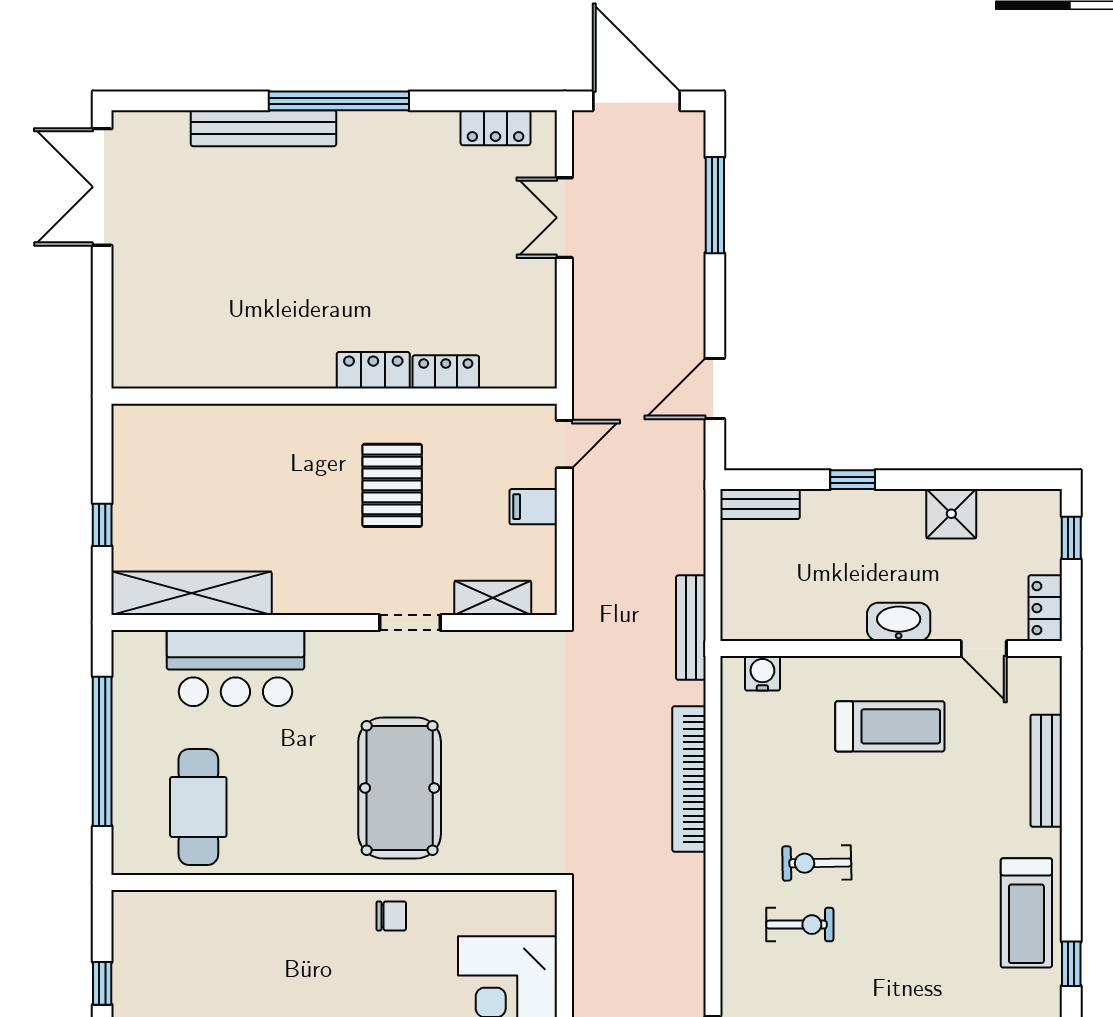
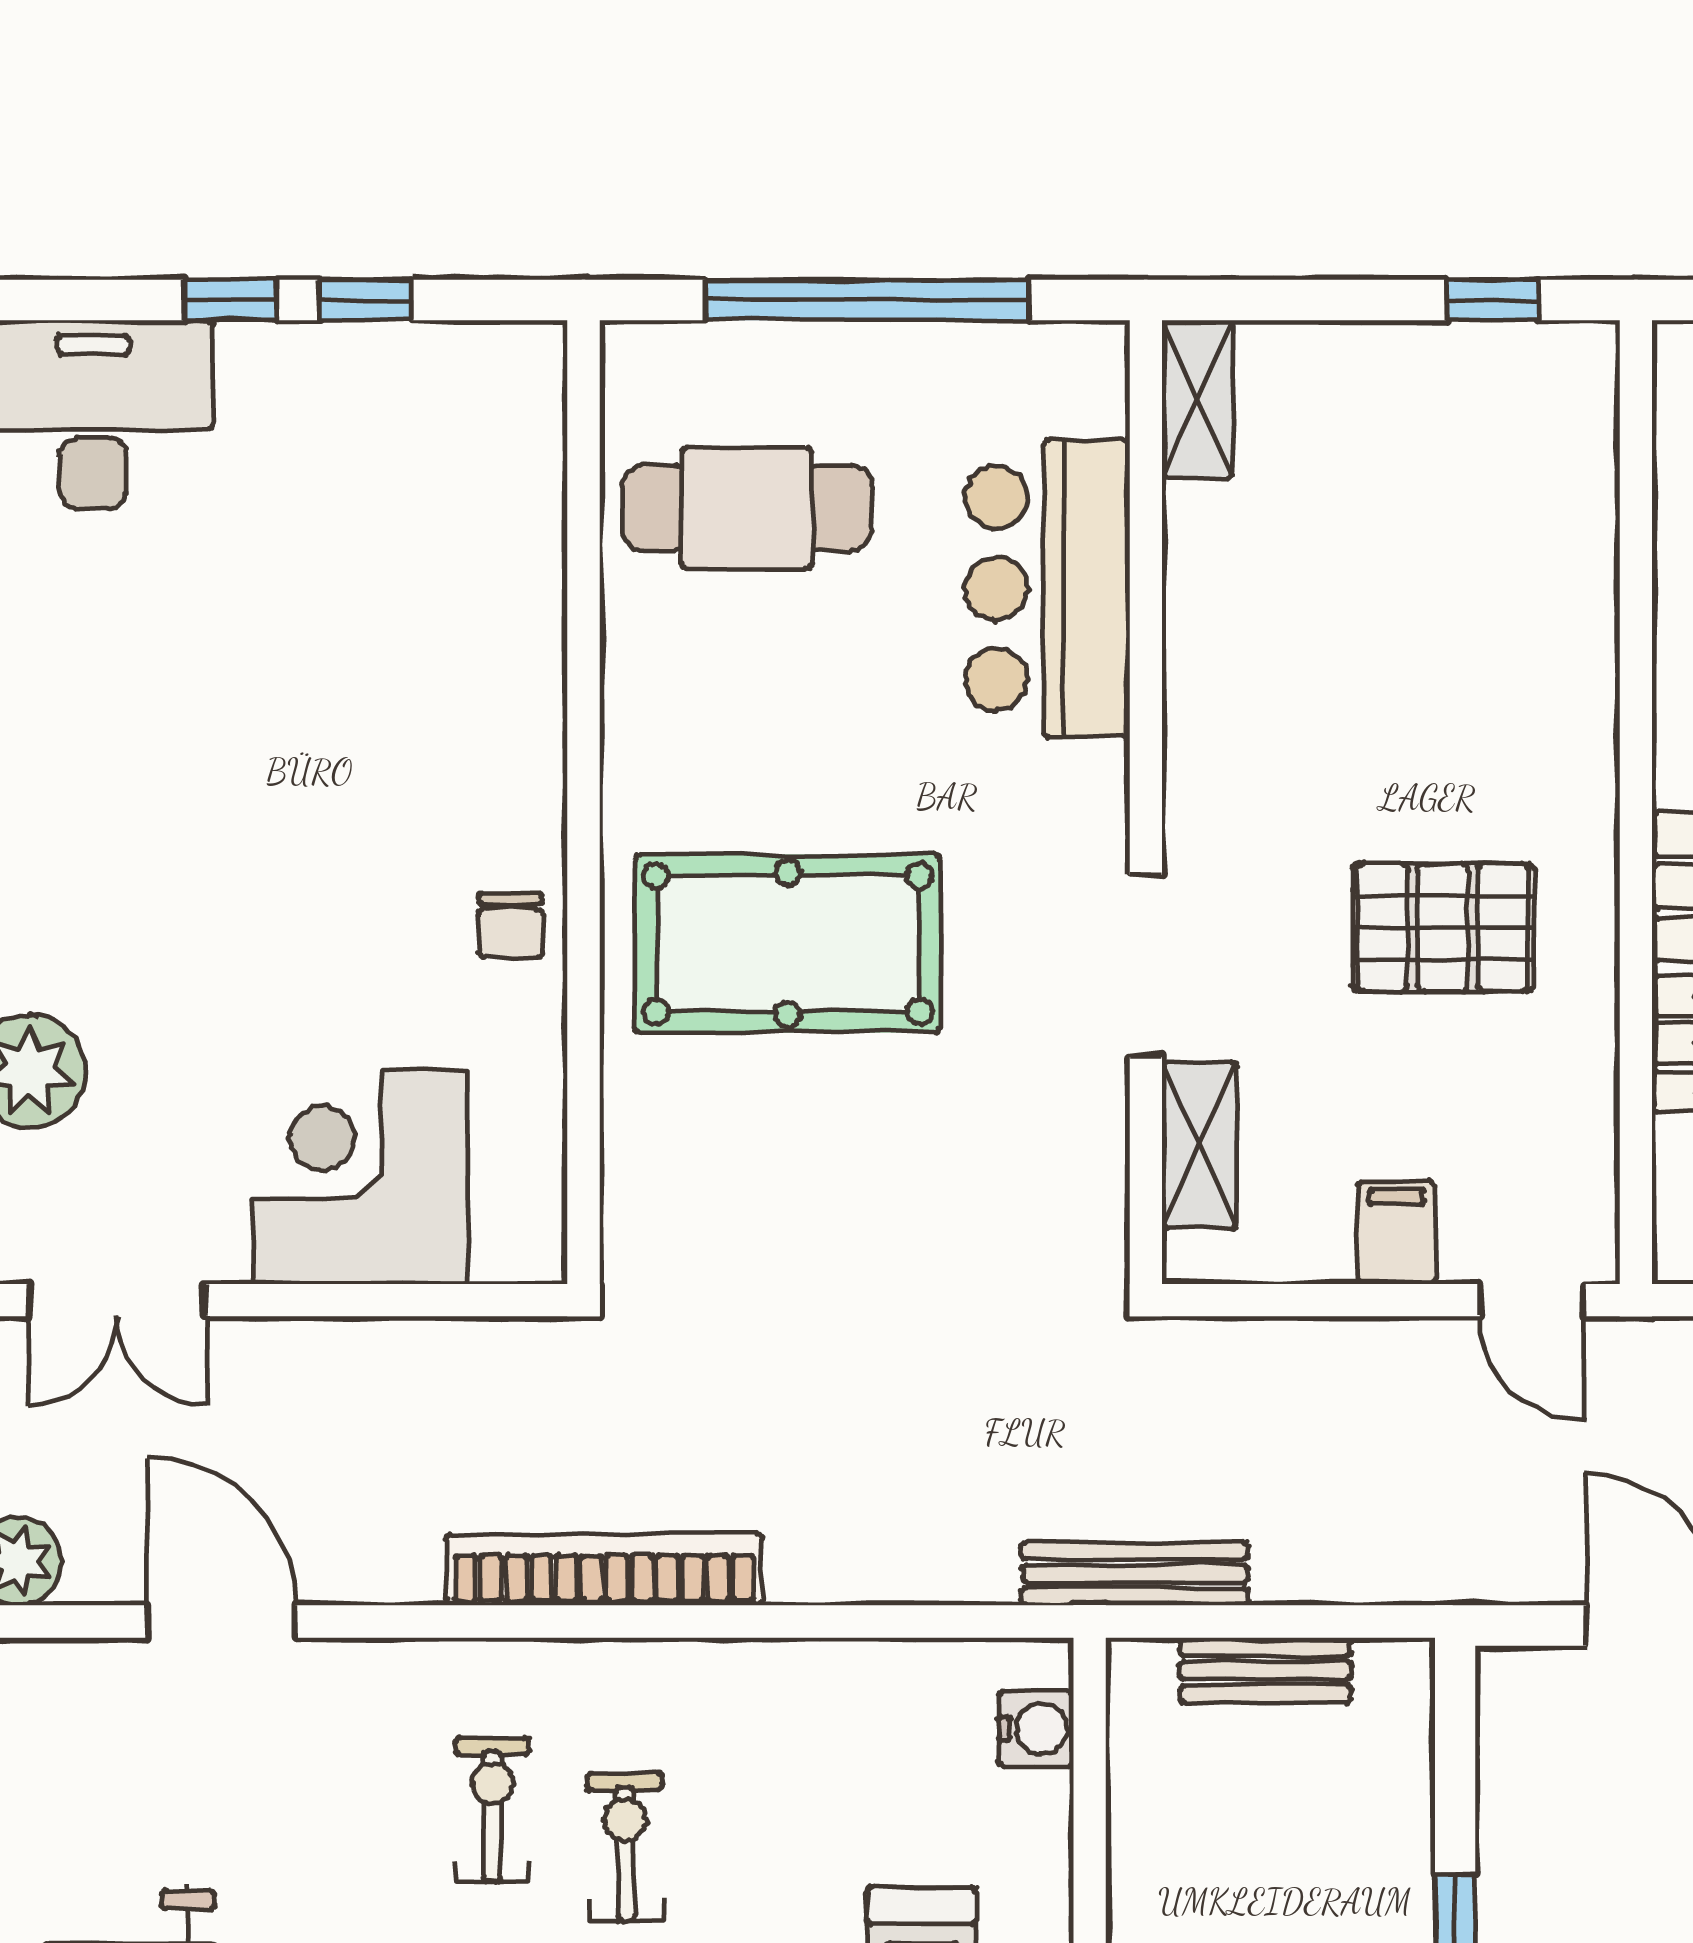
bench: (760, 504) -> (1266, 1670), moved, turned 90
window: (102, 525) -> (1493, 300), moved
shelving: (192, 593) -> (1197, 399), width x0.45, depth x0.75
doorway: (410, 623) -> (1146, 966), width x1.38
bookcase: (689, 779) -> (604, 1570), moved
exercise bike: (800, 925) -> (492, 1810), turned 180

